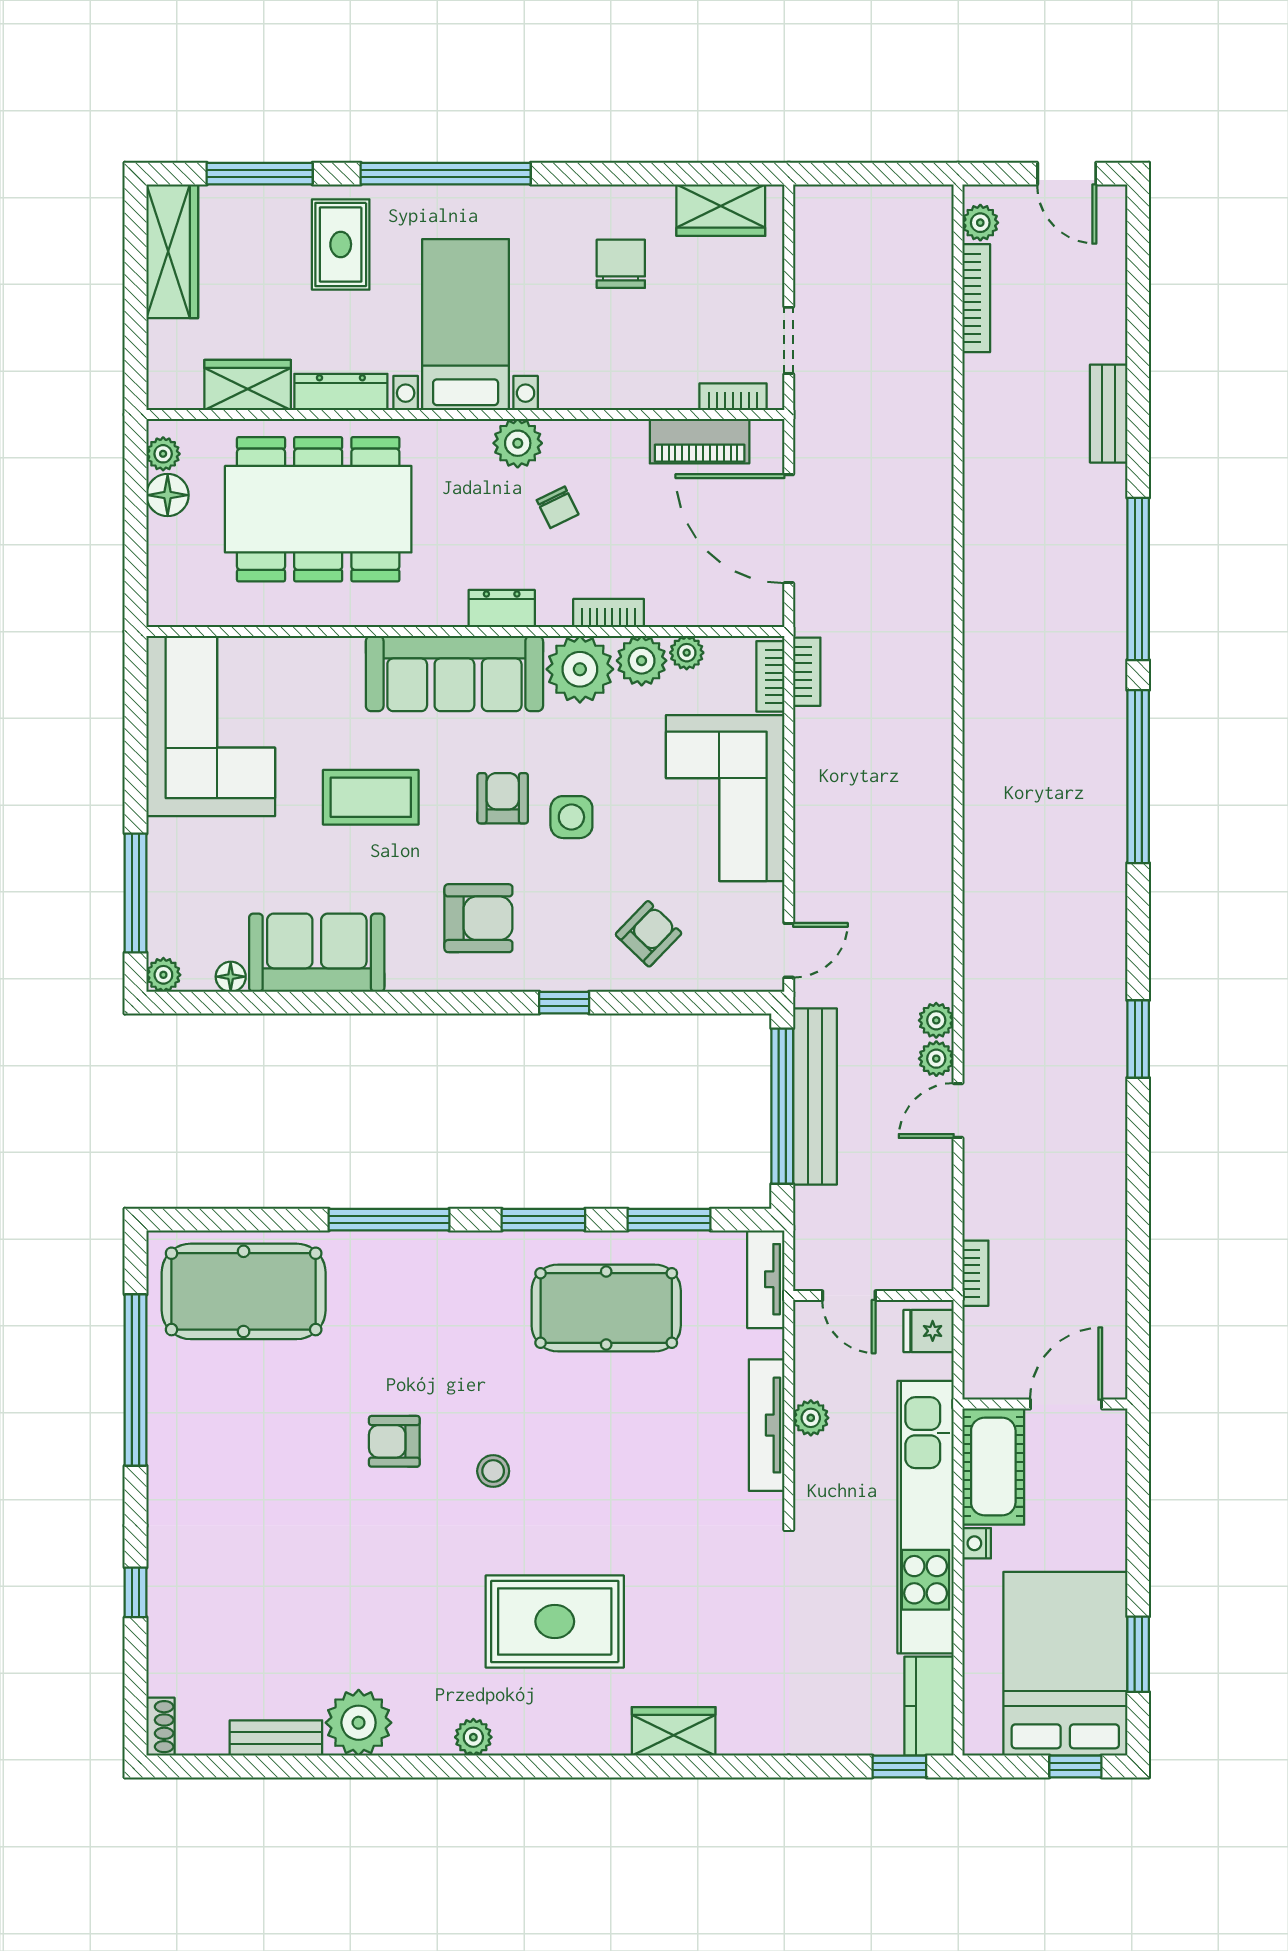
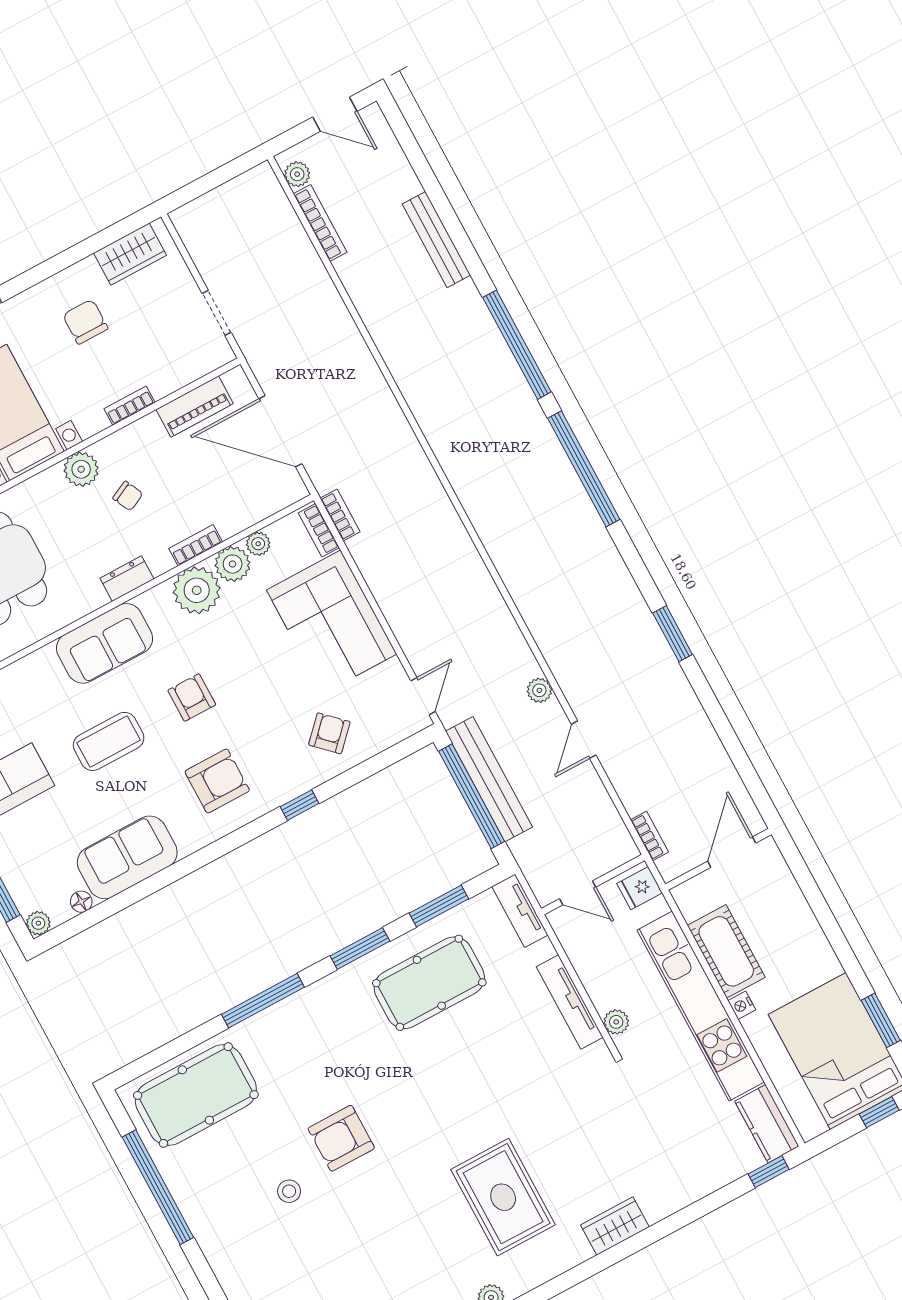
bookcase: (733, 397) -> (129, 406), moved
bench: (1109, 414) -> (436, 240), width x1.36
sofa: (454, 674) -> (105, 643), width x0.73
side table: (571, 817) -> (241, 686), removed
plant: (936, 1059) -> (552, 714), removed
wall: (1045, 1404) -> (718, 859), moved
door: (1066, 1404) -> (732, 852), moved
plant: (811, 1418) -> (616, 1022), moved
armchair: (394, 1441) -> (341, 1138), width x1.38, depth x1.38
stool: (493, 1471) -> (289, 1191), moved
rug: (555, 1621) -> (503, 1197), turned 90

